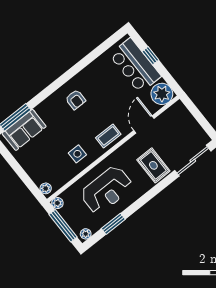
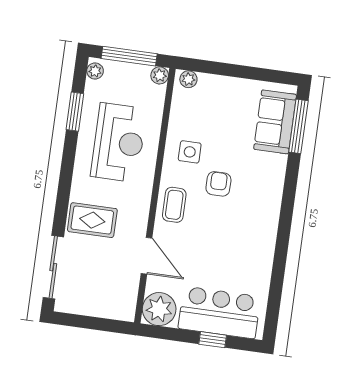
armchair: (76, 100) -> (218, 184), moved, turned 90
reception desk: (107, 190) -> (119, 143), turned 180

